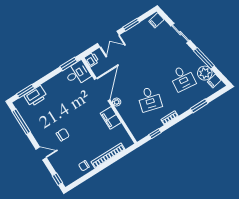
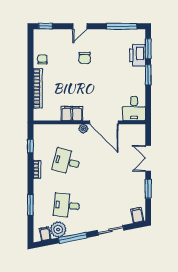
printer: (91, 60) -> (139, 130), removed
window: (69, 64) -> (148, 75), moved

